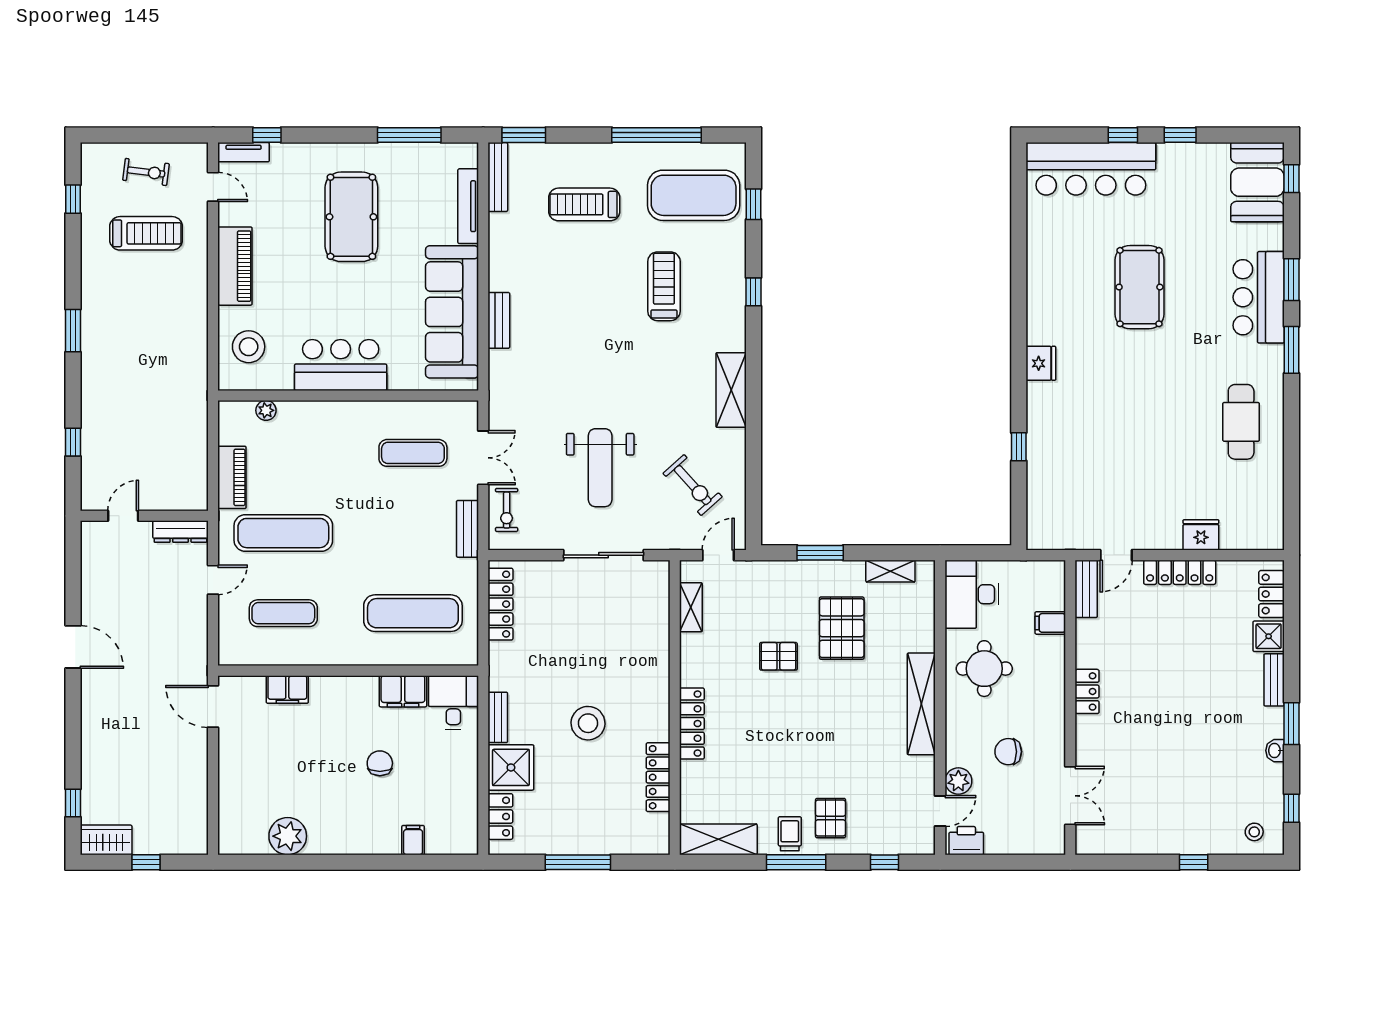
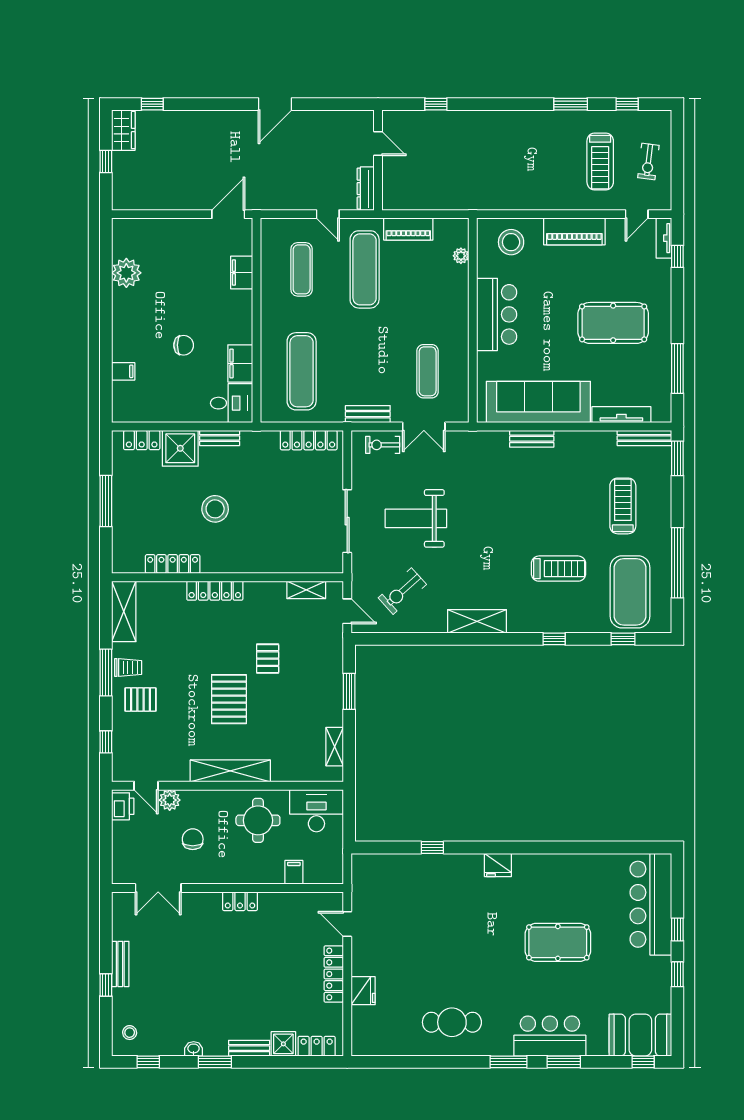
window: (73, 331) -> (571, 104), moved
bench: (1086, 589) -> (120, 964), moved, turned 90
pallet: (842, 628) -> (229, 699), moved, turned 90

